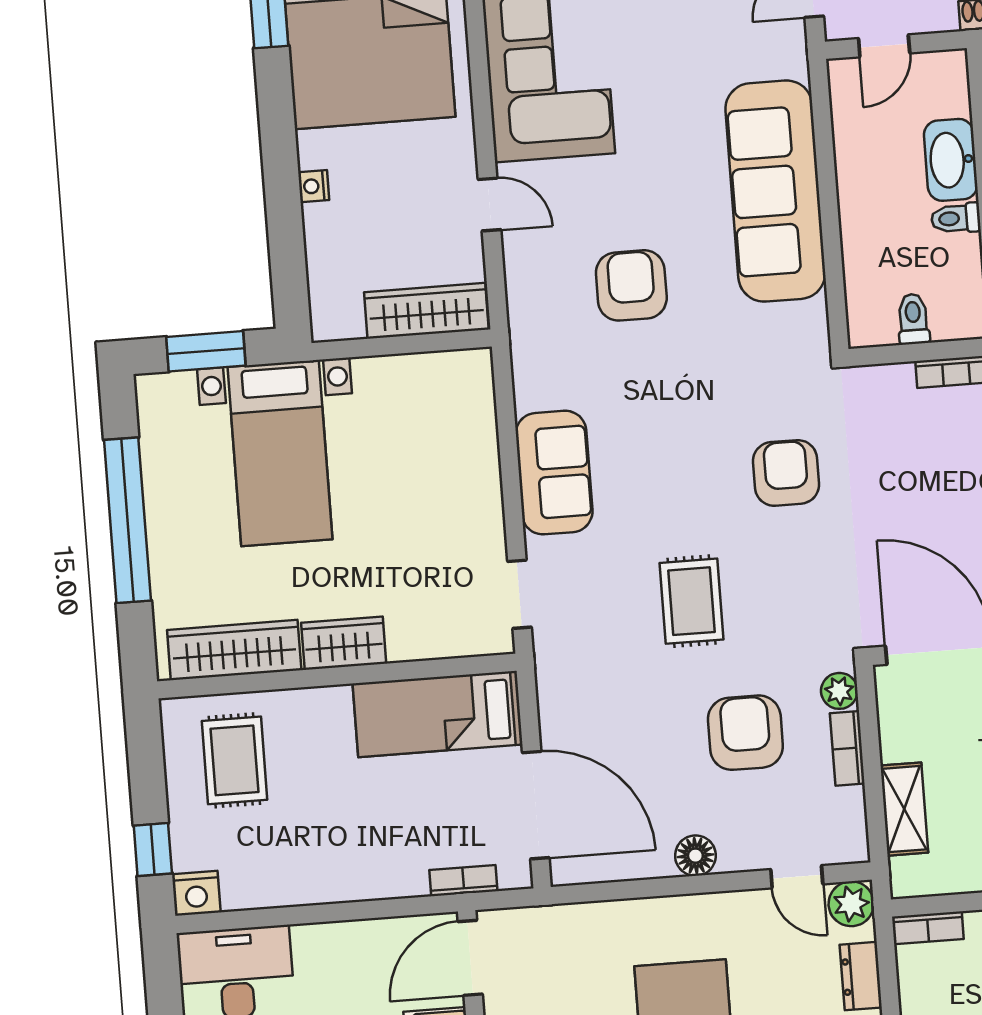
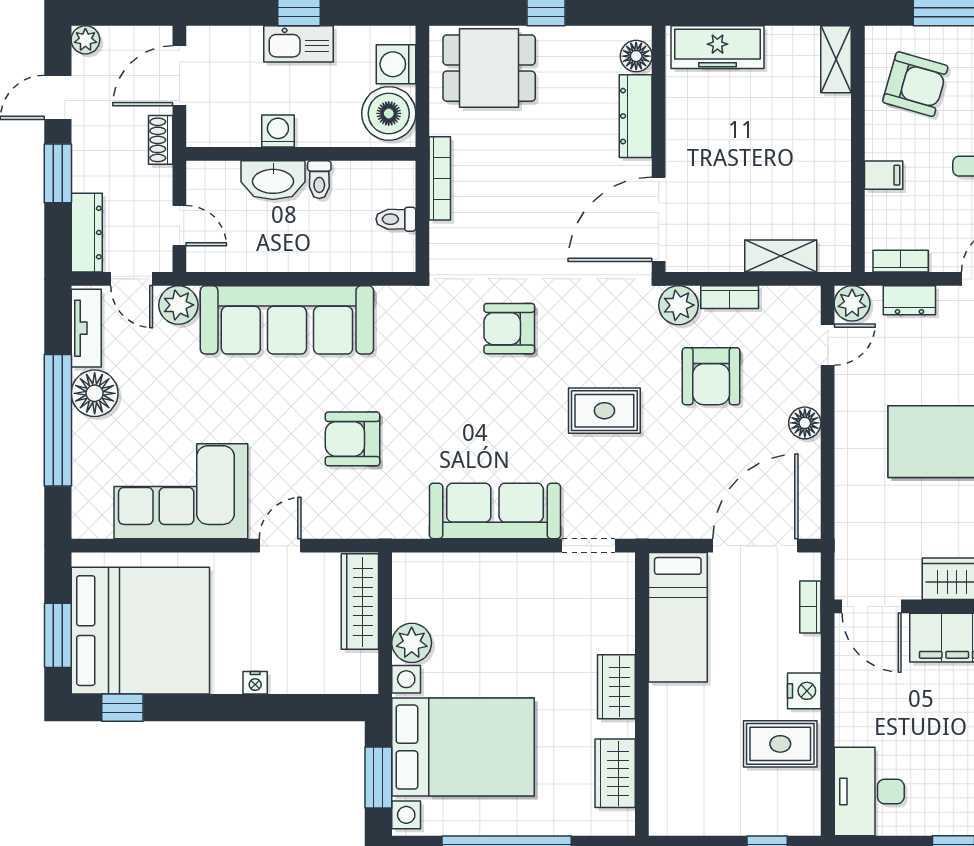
plant: (784, 52) -> (178, 305), added
plant: (379, 380) -> (412, 643), added
bed with nightstands: (280, 453) -> (463, 747), width x1.36
sofa: (554, 473) -> (495, 511), width x1.36
wardrobe: (234, 650) -> (615, 773), width x0.67
plant: (839, 691) -> (679, 305), width x1.38, depth x1.38
armchair: (745, 733) -> (711, 376), turned -90
rug: (235, 760) -> (780, 744), moved
nightstand: (196, 893) -> (804, 691), moved
bookcase: (928, 928) -> (901, 261), moved, turned -90

